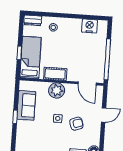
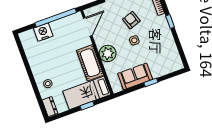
nightstand: (90, 26) -> (43, 32), moved, turned 90
cot: (55, 74) -> (90, 63), width x1.37, depth x1.34

